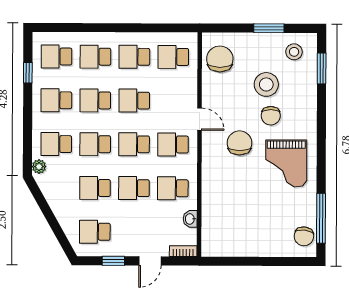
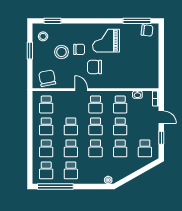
chair: (220, 59) -> (47, 78), turned 79
window: (28, 73) -> (55, 186), width x3.17
door: (199, 119) -> (81, 90), hinge flipped
school desk: (56, 144) -> (96, 170), removed
grand piano: (286, 163) -> (106, 41), turned 180

